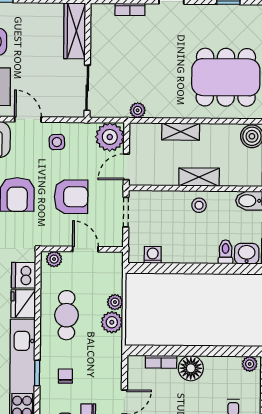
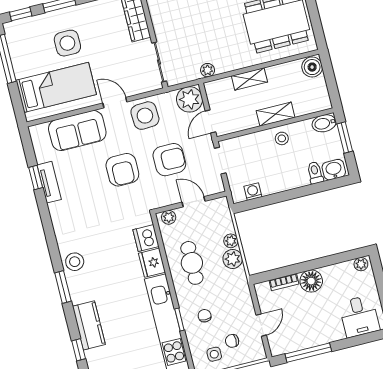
side table: (57, 142) -> (145, 116), width x1.87, depth x1.87

